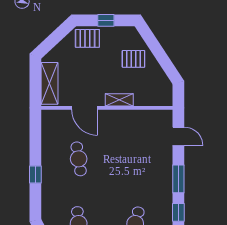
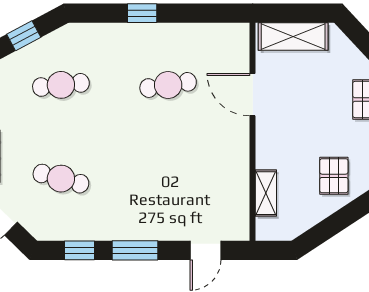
shelving: (119, 100) -> (266, 193), moved
door: (84, 108) -> (253, 95), hinge flipped

